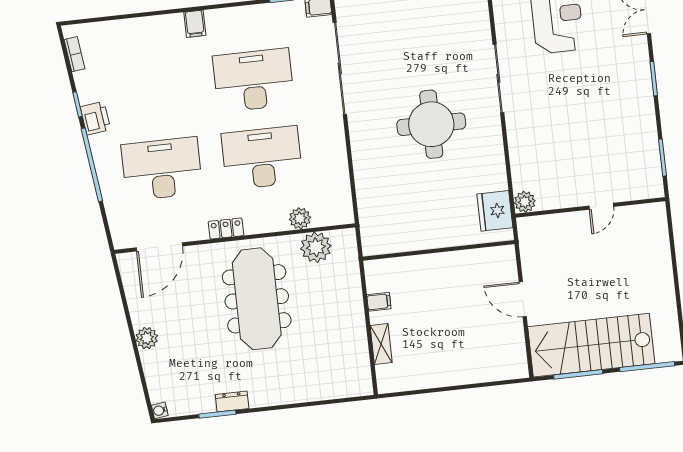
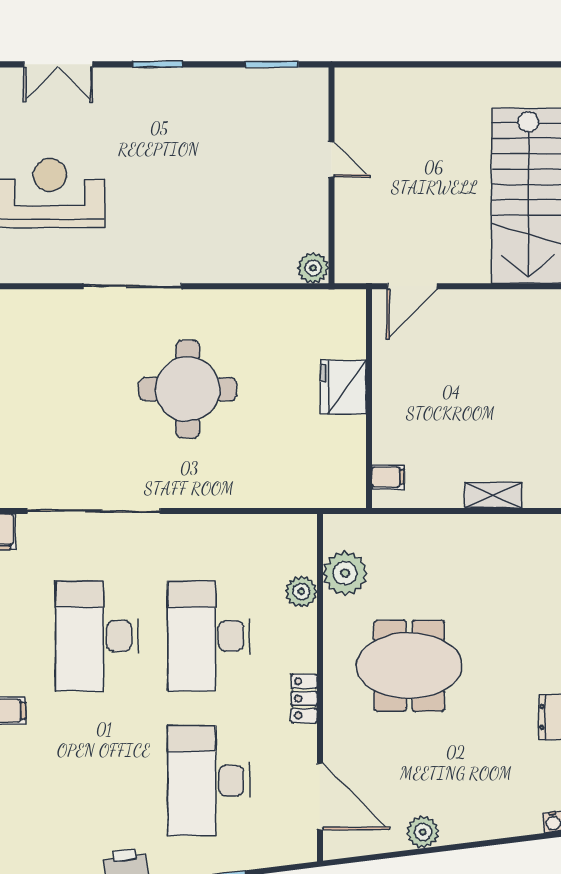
fridge: (495, 211) -> (343, 387), moved, turned 90
meeting table: (257, 299) -> (409, 666), width x0.73
door: (523, 299) -> (412, 286), moved
filing cabinet: (379, 302) -> (388, 477), moved, turned 90
plant: (147, 338) -> (423, 832), moved

